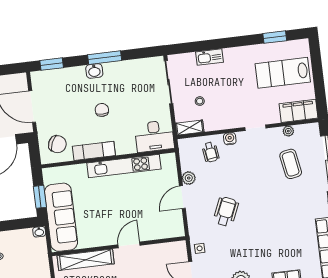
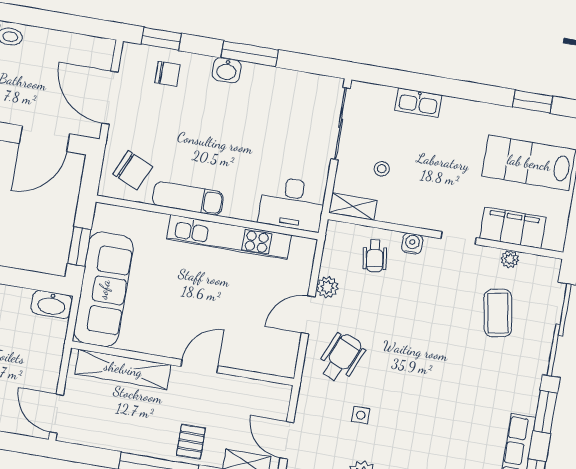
chair: (102, 110) -> (167, 74), moved, turned 90
filing cabinet: (298, 111) -> (513, 228), moved
wheelchair: (226, 212) -> (341, 358), moved
washbasin: (39, 232) -> (52, 304), width x1.91, depth x1.45
side table: (200, 248) -> (361, 415), moved

